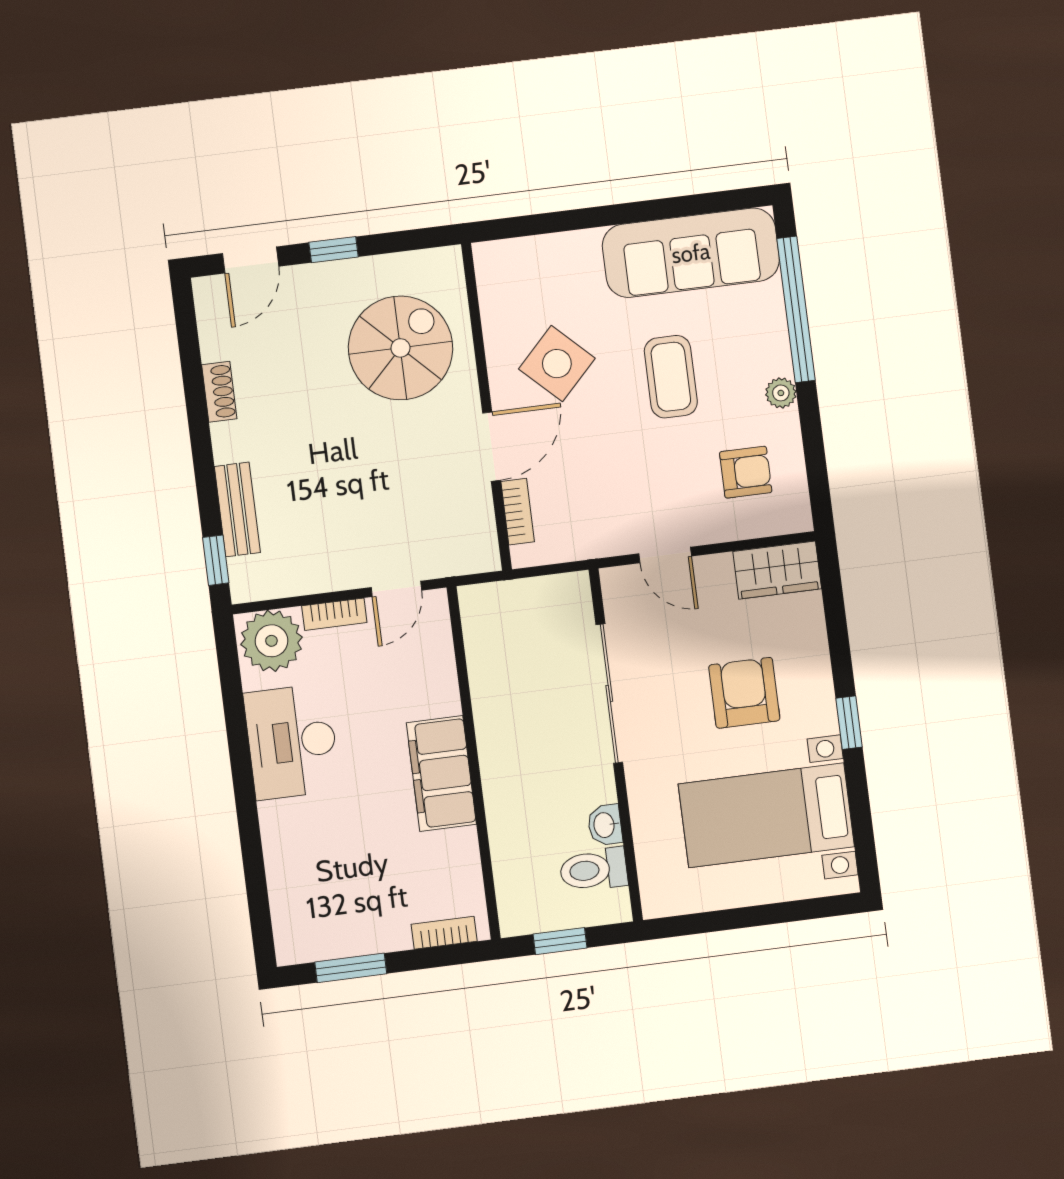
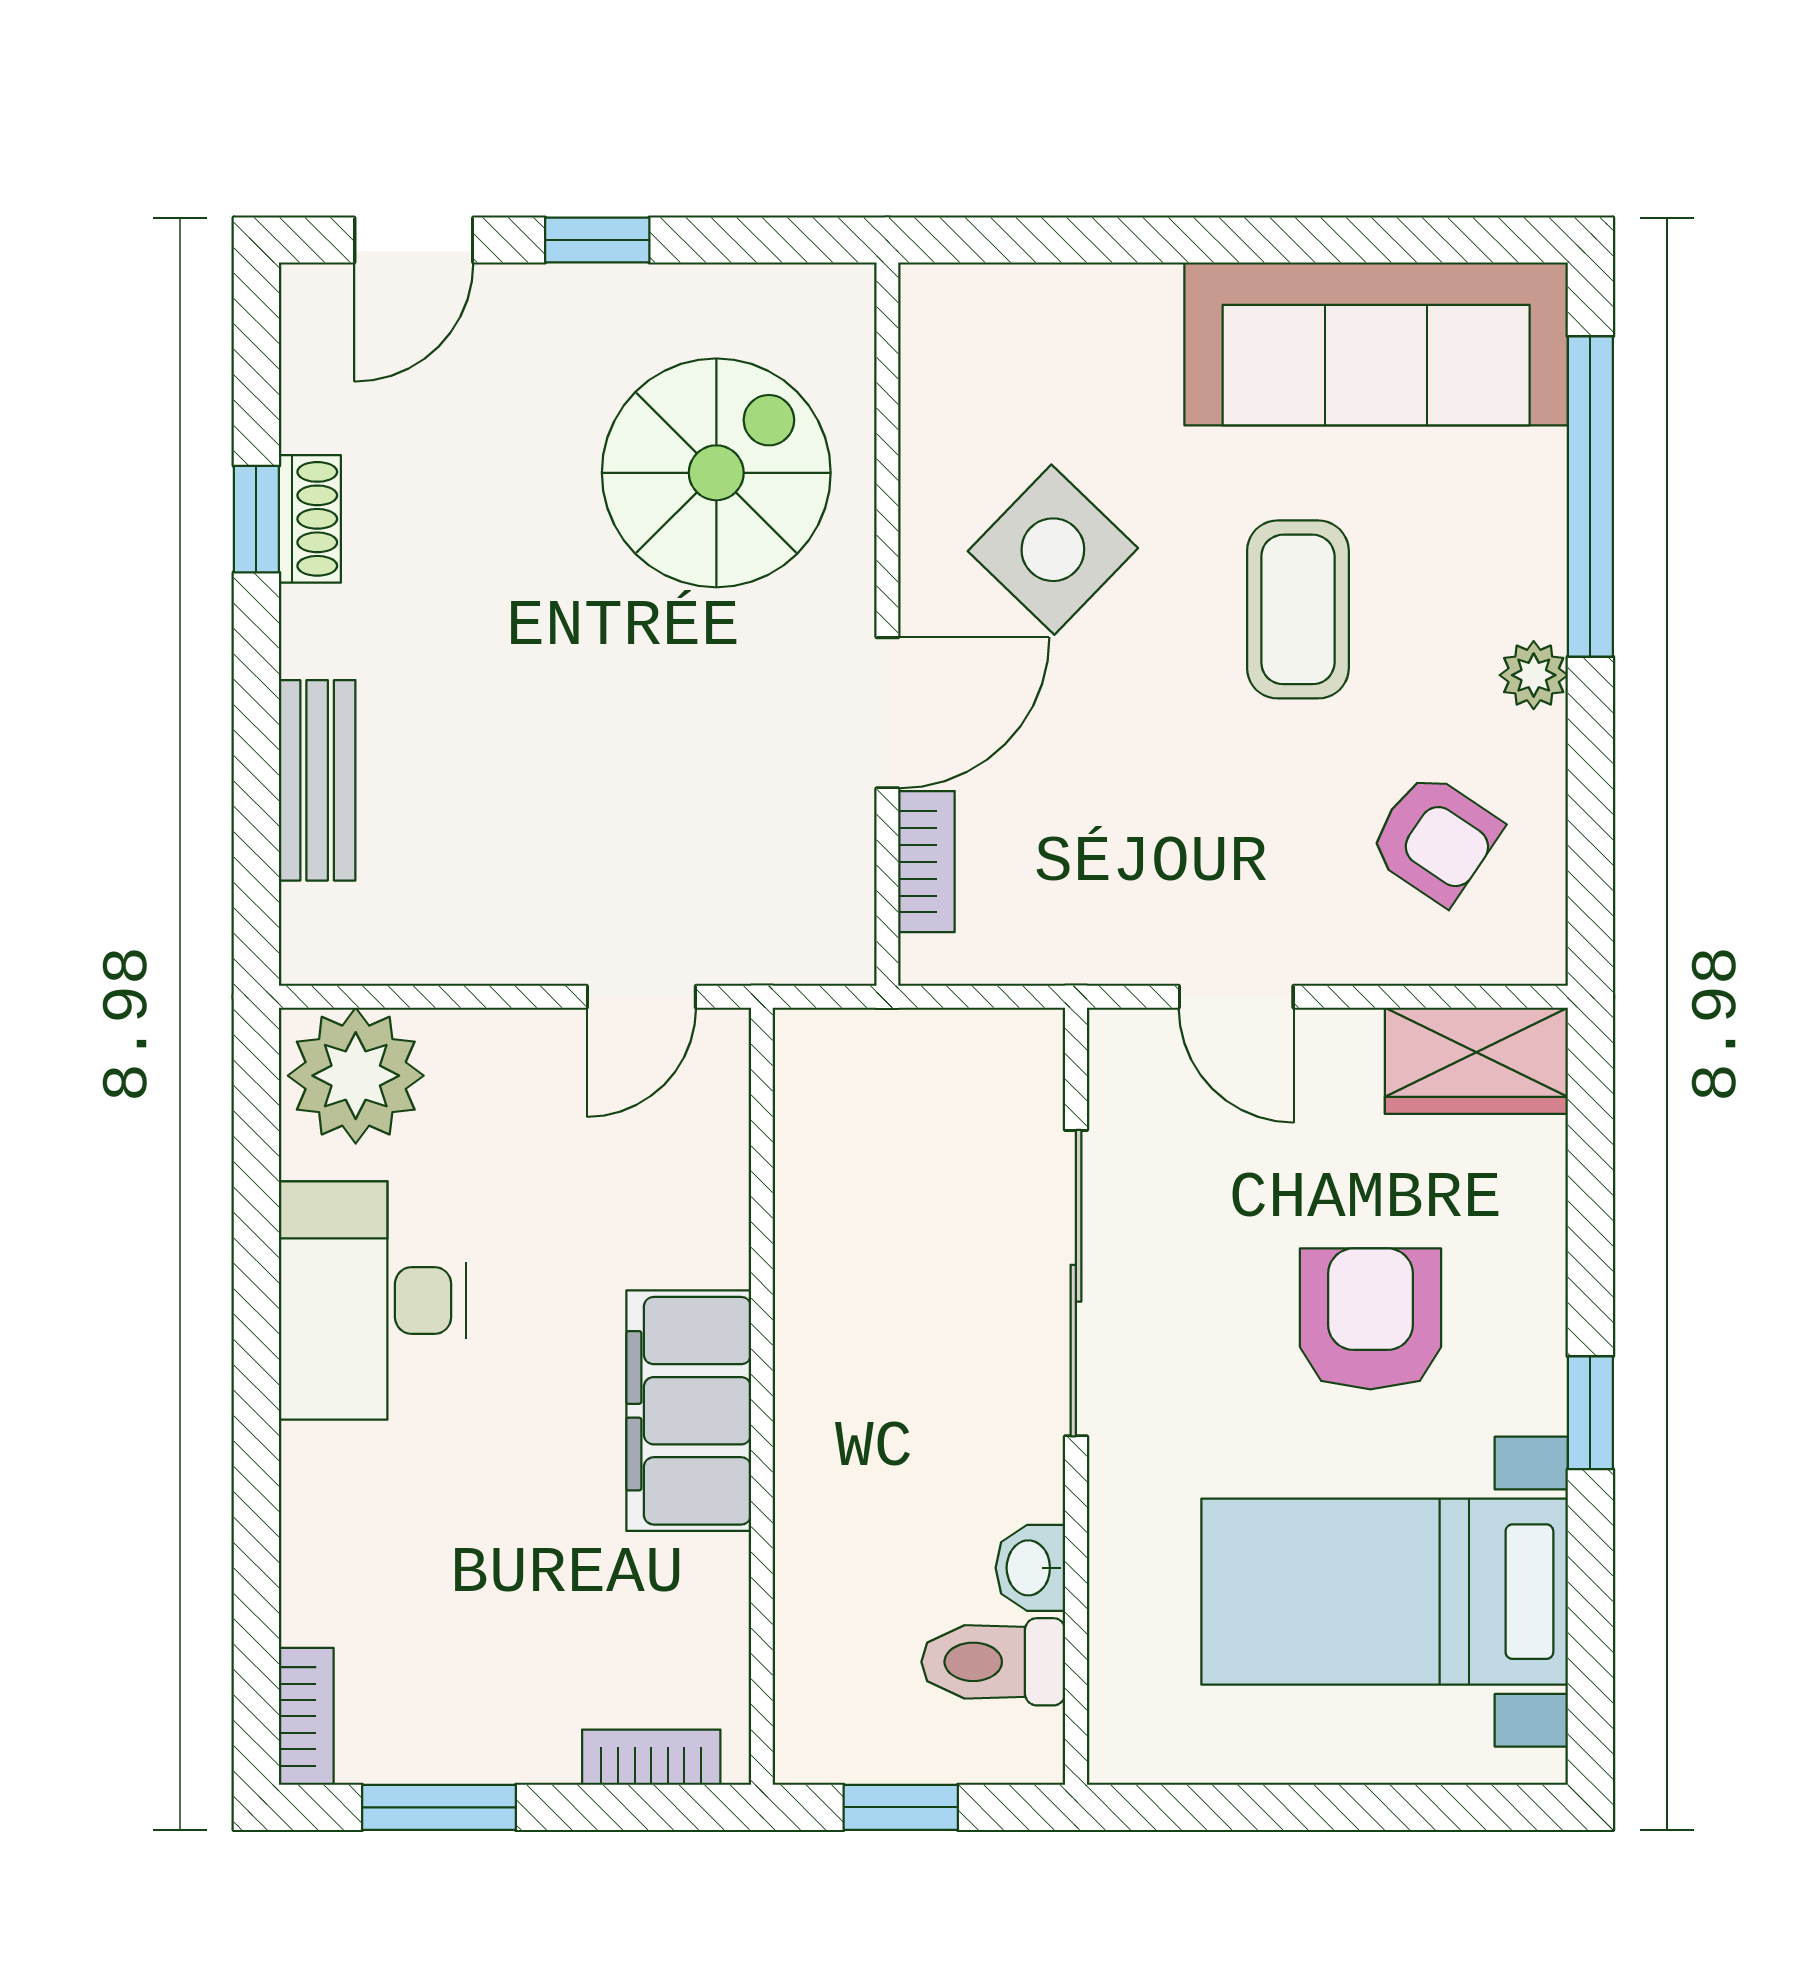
armchair: (746, 472) -> (1435, 838), turned 34
window: (216, 560) -> (256, 519), moved
bookcase: (334, 614) -> (306, 1716), moved, turned -90

